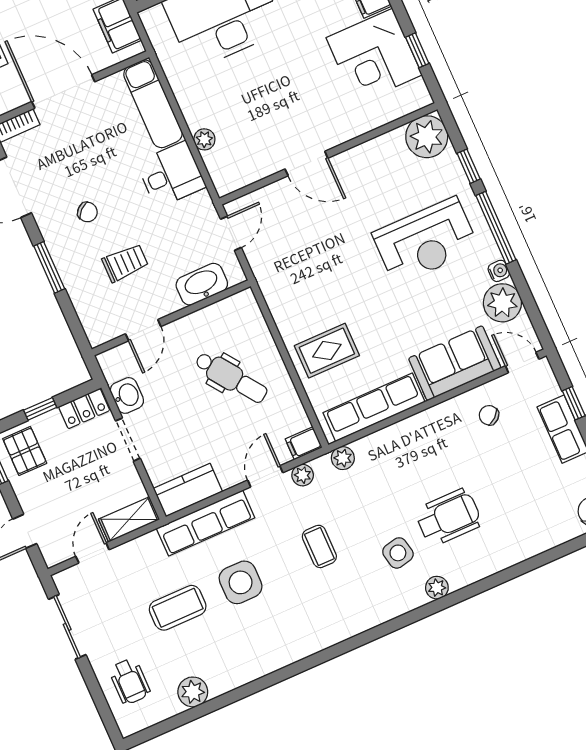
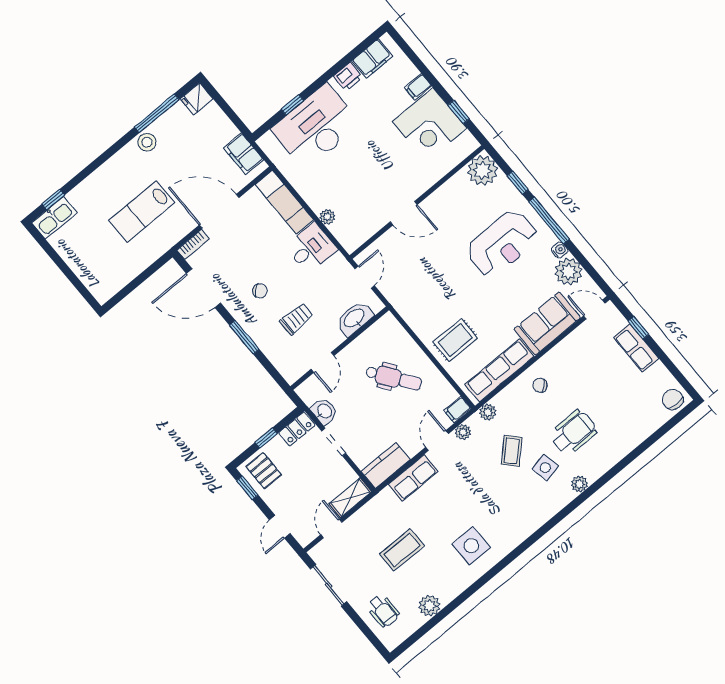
chair: (489, 415) -> (540, 385), moved
row of seats: (206, 523) -> (413, 478), width x0.68
coffee table: (319, 546) -> (512, 451), moved, turned 46
side table: (241, 582) -> (471, 546), moved

